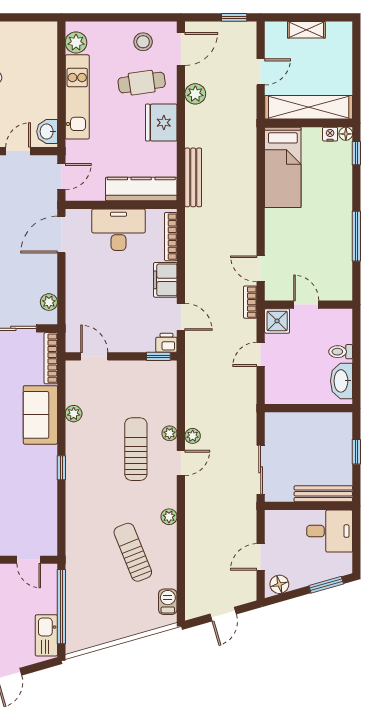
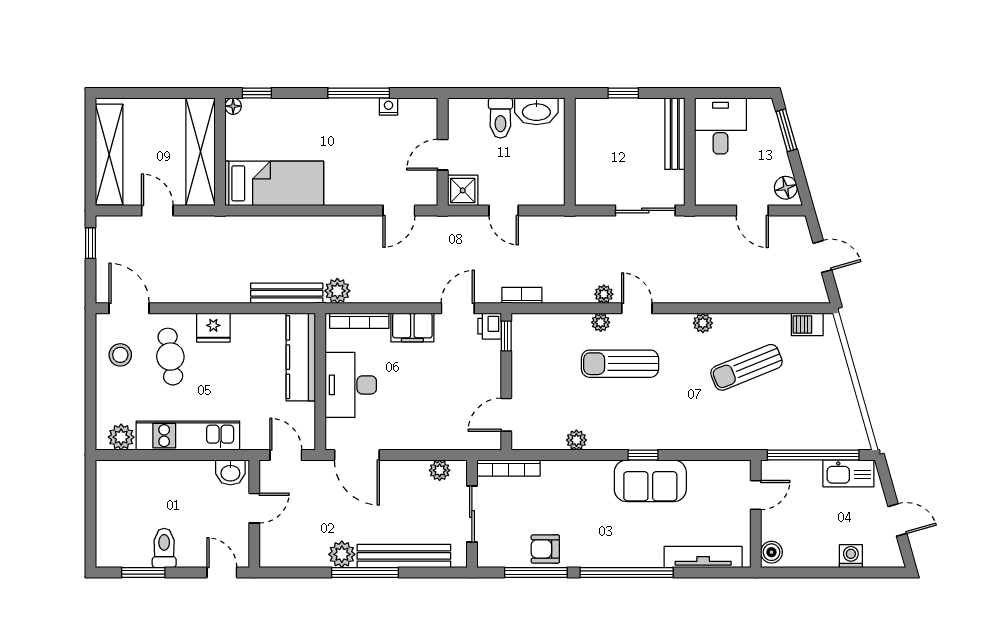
shelving: (306, 30) -> (109, 154), width x2.20, depth x1.33
plant: (195, 94) -> (337, 291), moved
fridge: (161, 123) -> (213, 328), width x0.73, depth x0.75
nightstand: (330, 134) -> (388, 107), moved, turned 90
door: (18, 151) -> (254, 508), swing flipped
bookcase: (250, 302) -> (522, 295), moved, turned 180
toilet: (341, 352) -> (500, 118), width x1.37, depth x1.39
sofa: (40, 415) -> (650, 481), moved

